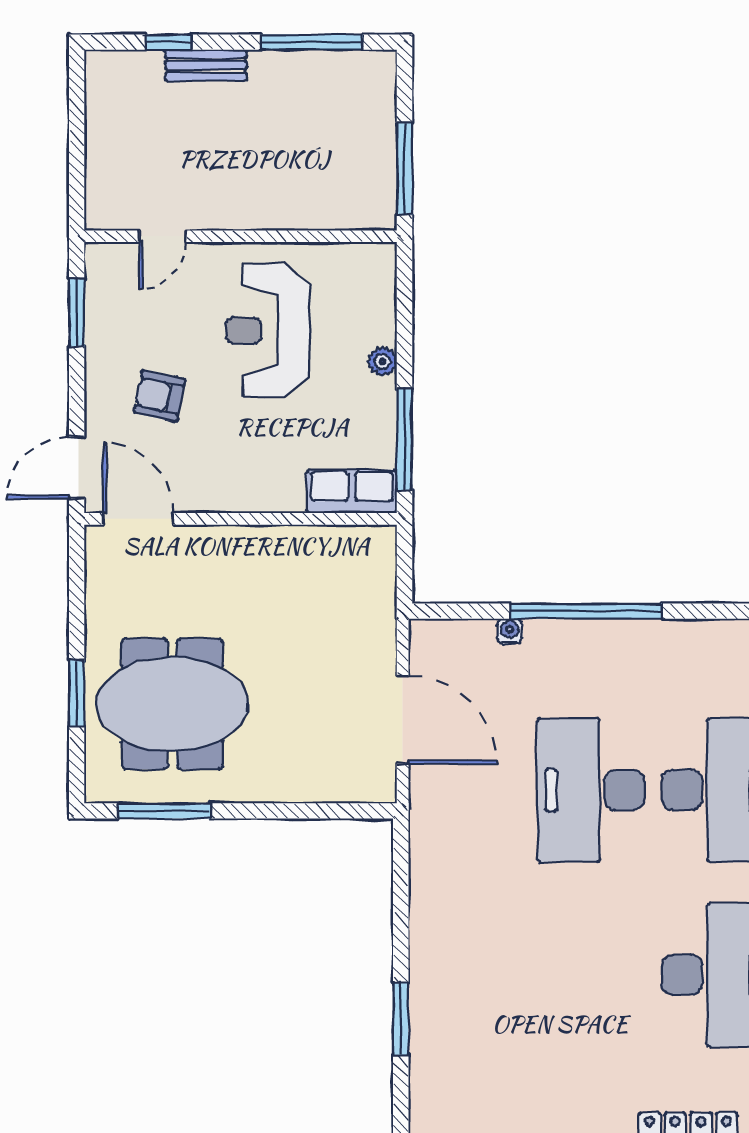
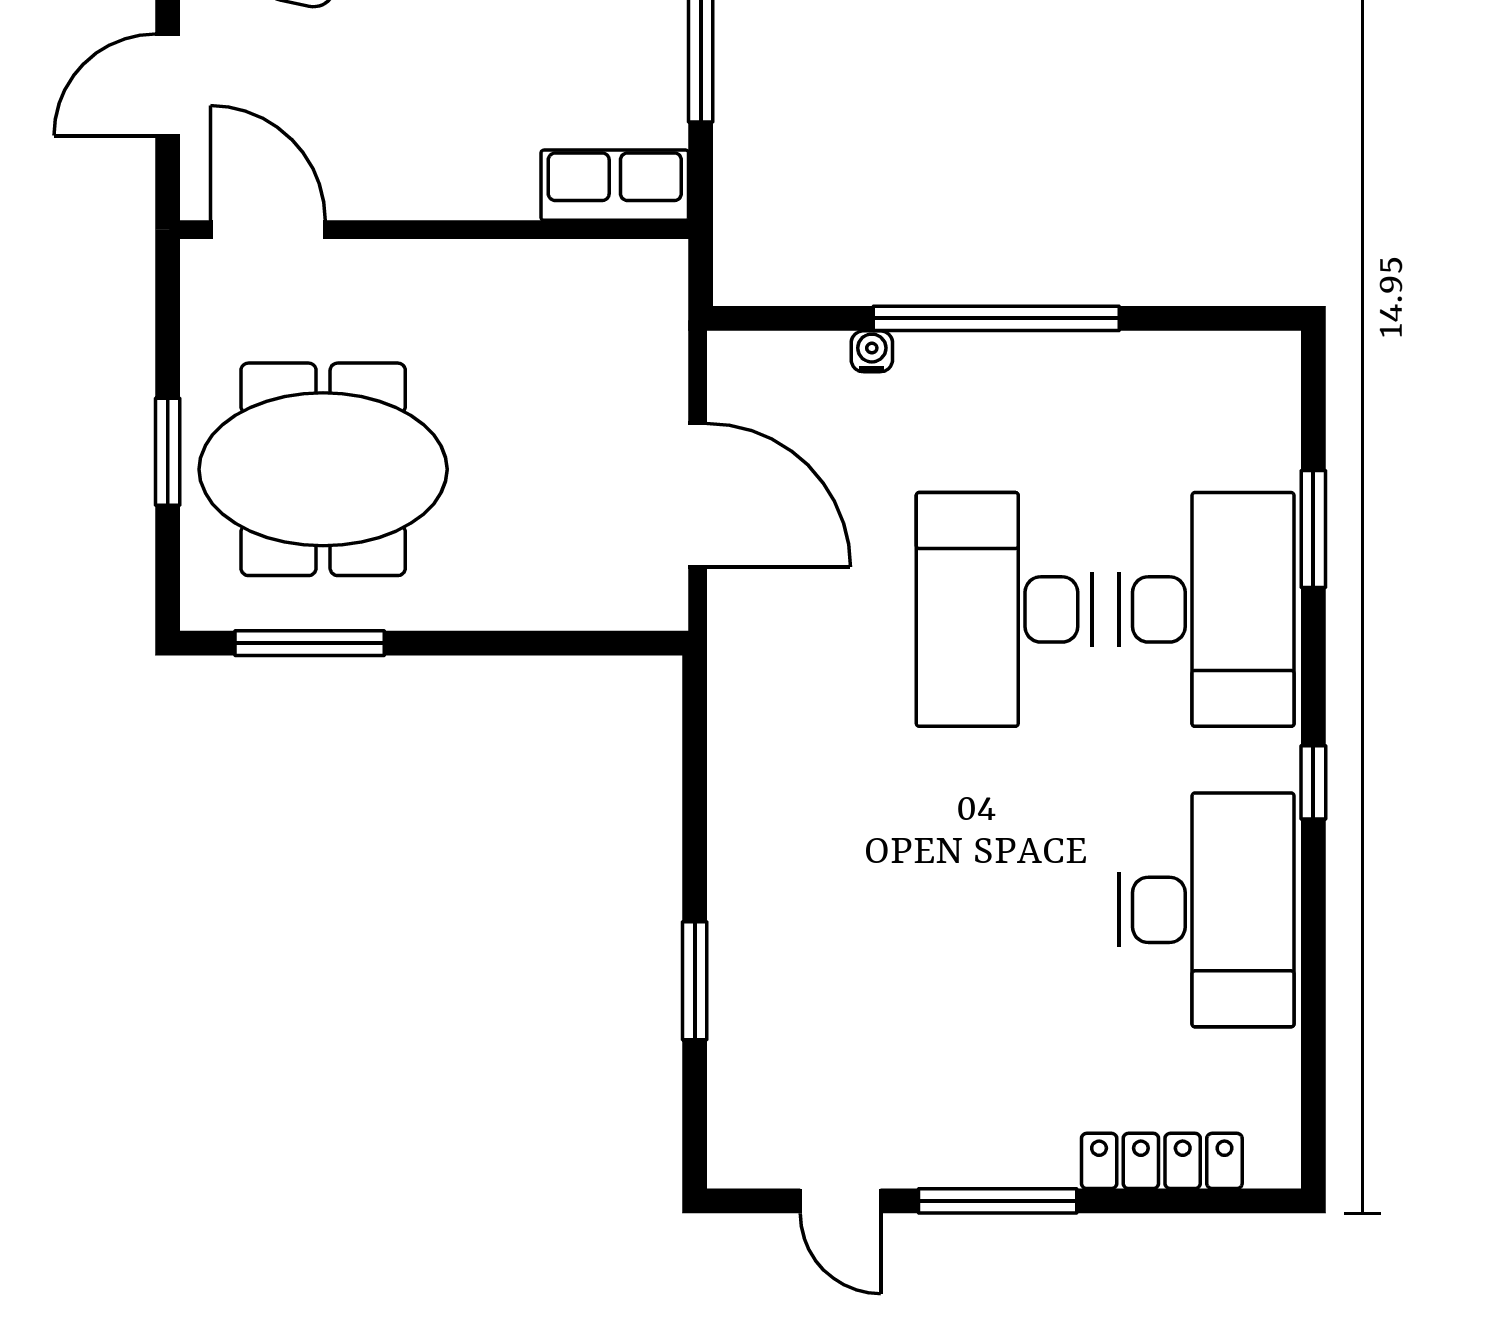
row of seats: (352, 492) -> (615, 185), moved
door: (138, 519) -> (268, 230), moved
wall: (241, 519) -> (434, 230), moved

